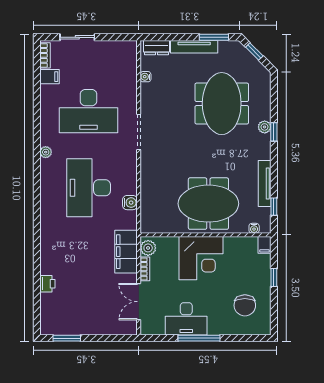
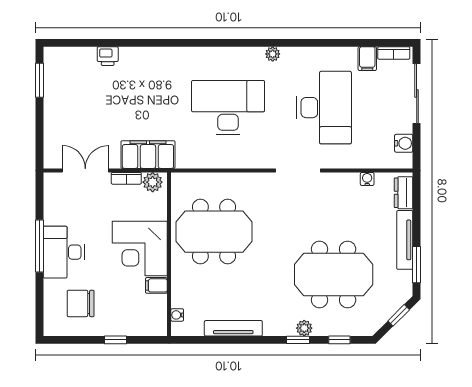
sliding door: (77, 37) -> (417, 94), width x1.37
desk: (89, 111) -> (324, 108), turned 180
water cooler: (130, 203) -> (404, 143), moved, turned -90
meeting table: (208, 204) -> (214, 232), moved, turned 90
window: (274, 207) -> (339, 340), moved
filing cabinet: (264, 245) -> (156, 285), moved
desk: (186, 319) -> (64, 252), moved

